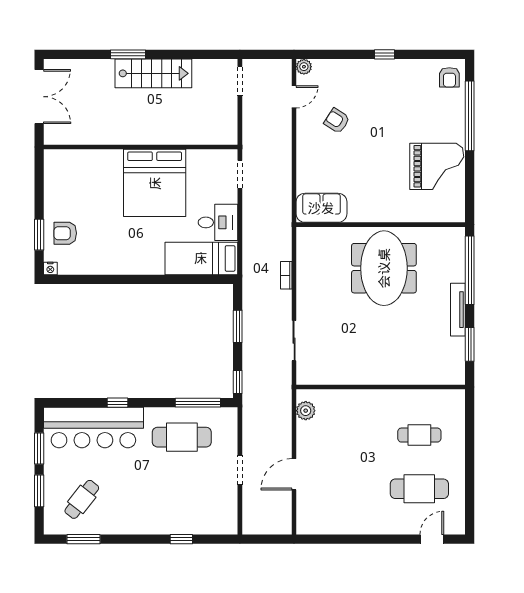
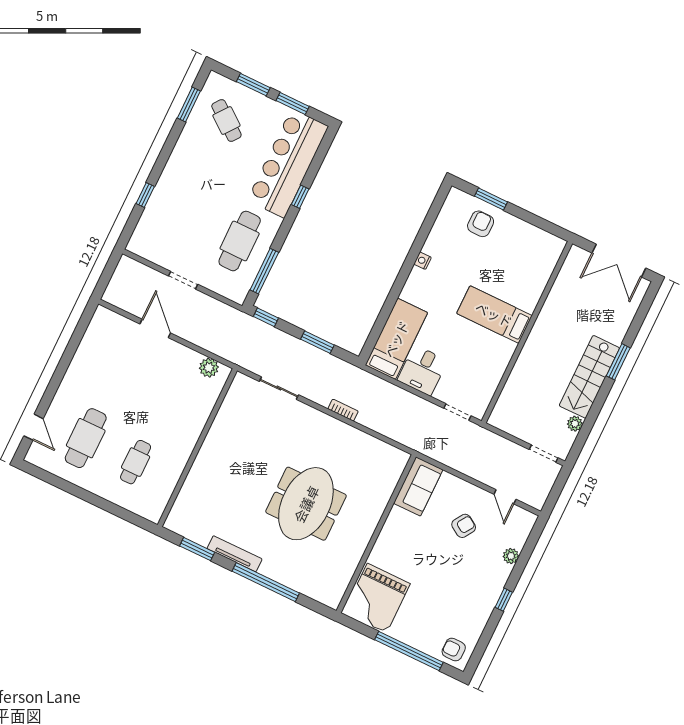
plant: (200, 66) -> (575, 424), added
plant: (304, 67) -> (511, 556), moved
bed: (155, 183) -> (494, 314), width x0.49
sofa: (321, 208) -> (418, 486), moved
wall: (381, 225) -> (376, 534), moved
nightstand: (50, 268) -> (423, 261), moved
meeting table: (384, 268) -> (306, 504), turned 90

